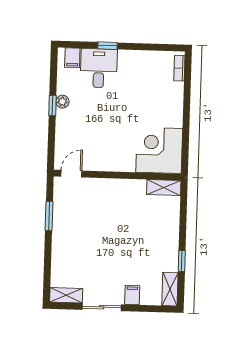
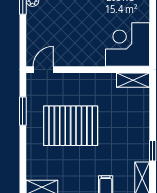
pallet: (98, 233) -> (71, 126), added

